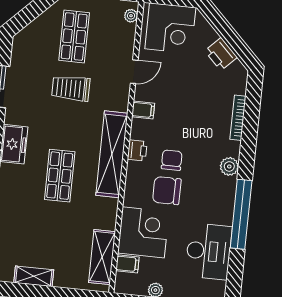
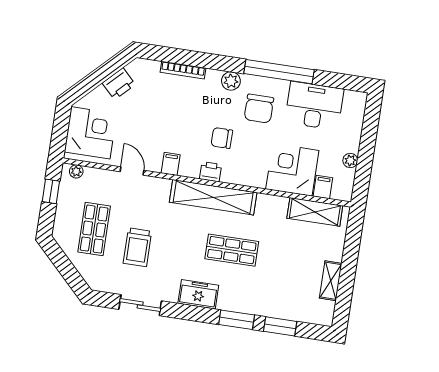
shop shelf: (74, 36) -> (94, 229), turned 90
trolley: (71, 88) -> (137, 247), moved
chair: (167, 191) -> (259, 109), moved

